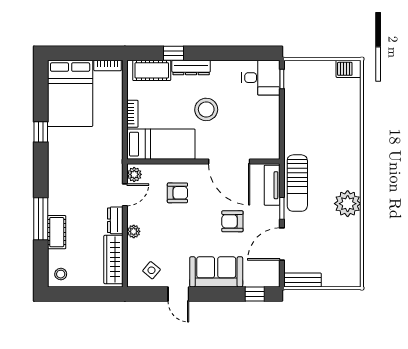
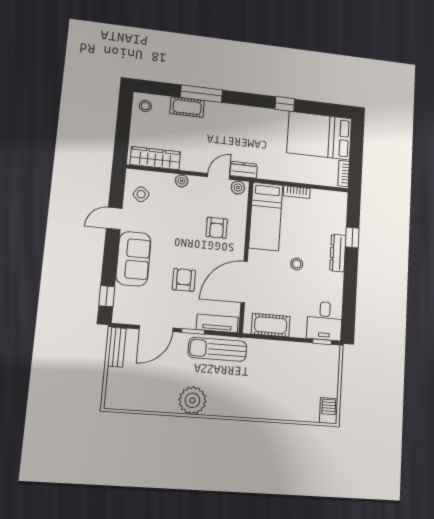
cot: (152, 70) -> (271, 325), moved, turned 90
stool: (206, 109) -> (297, 264), width x0.53, depth x0.53
door: (125, 195) -> (219, 176), swing flipped
dresser: (115, 220) -> (244, 170), moved
door: (282, 244) -> (156, 329), swing flipped

